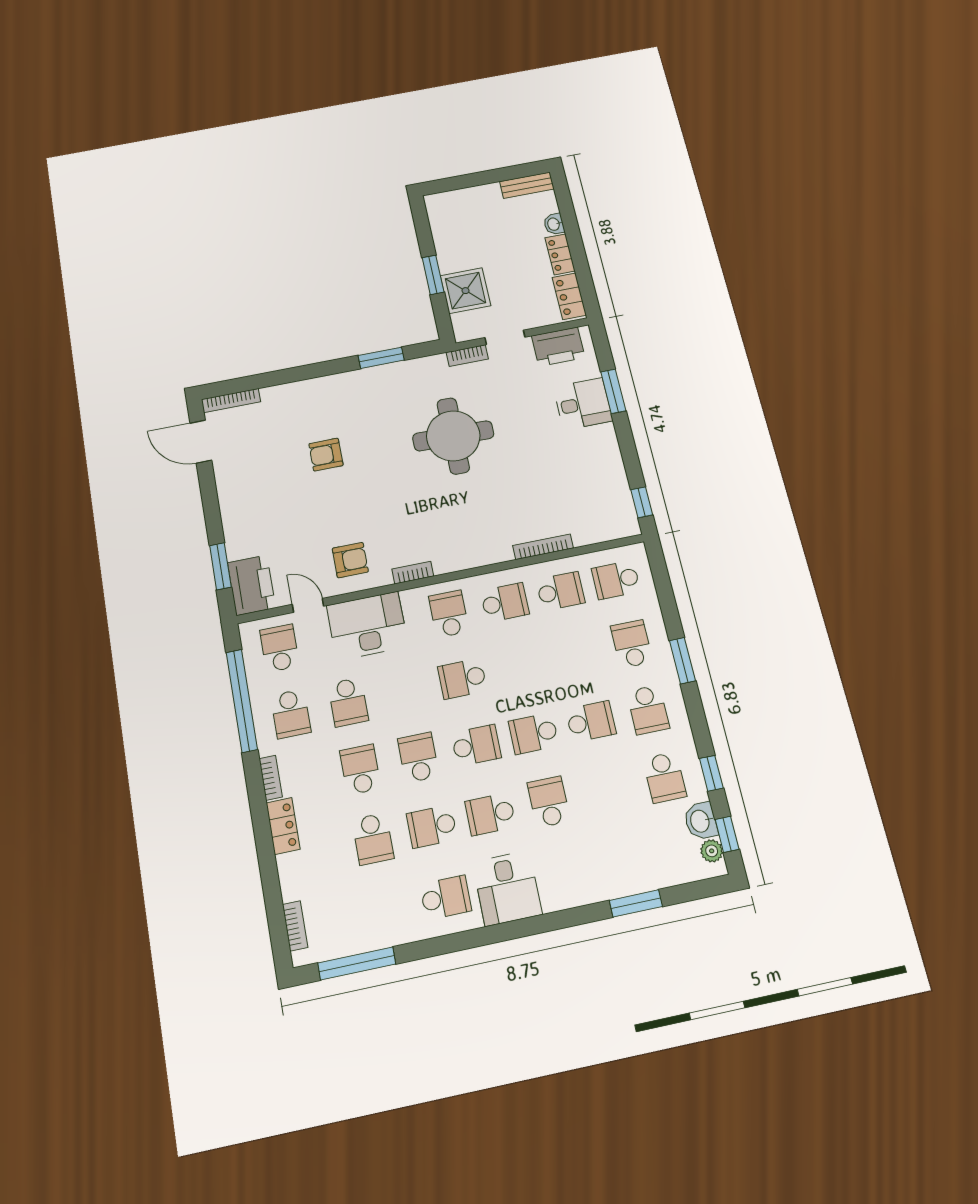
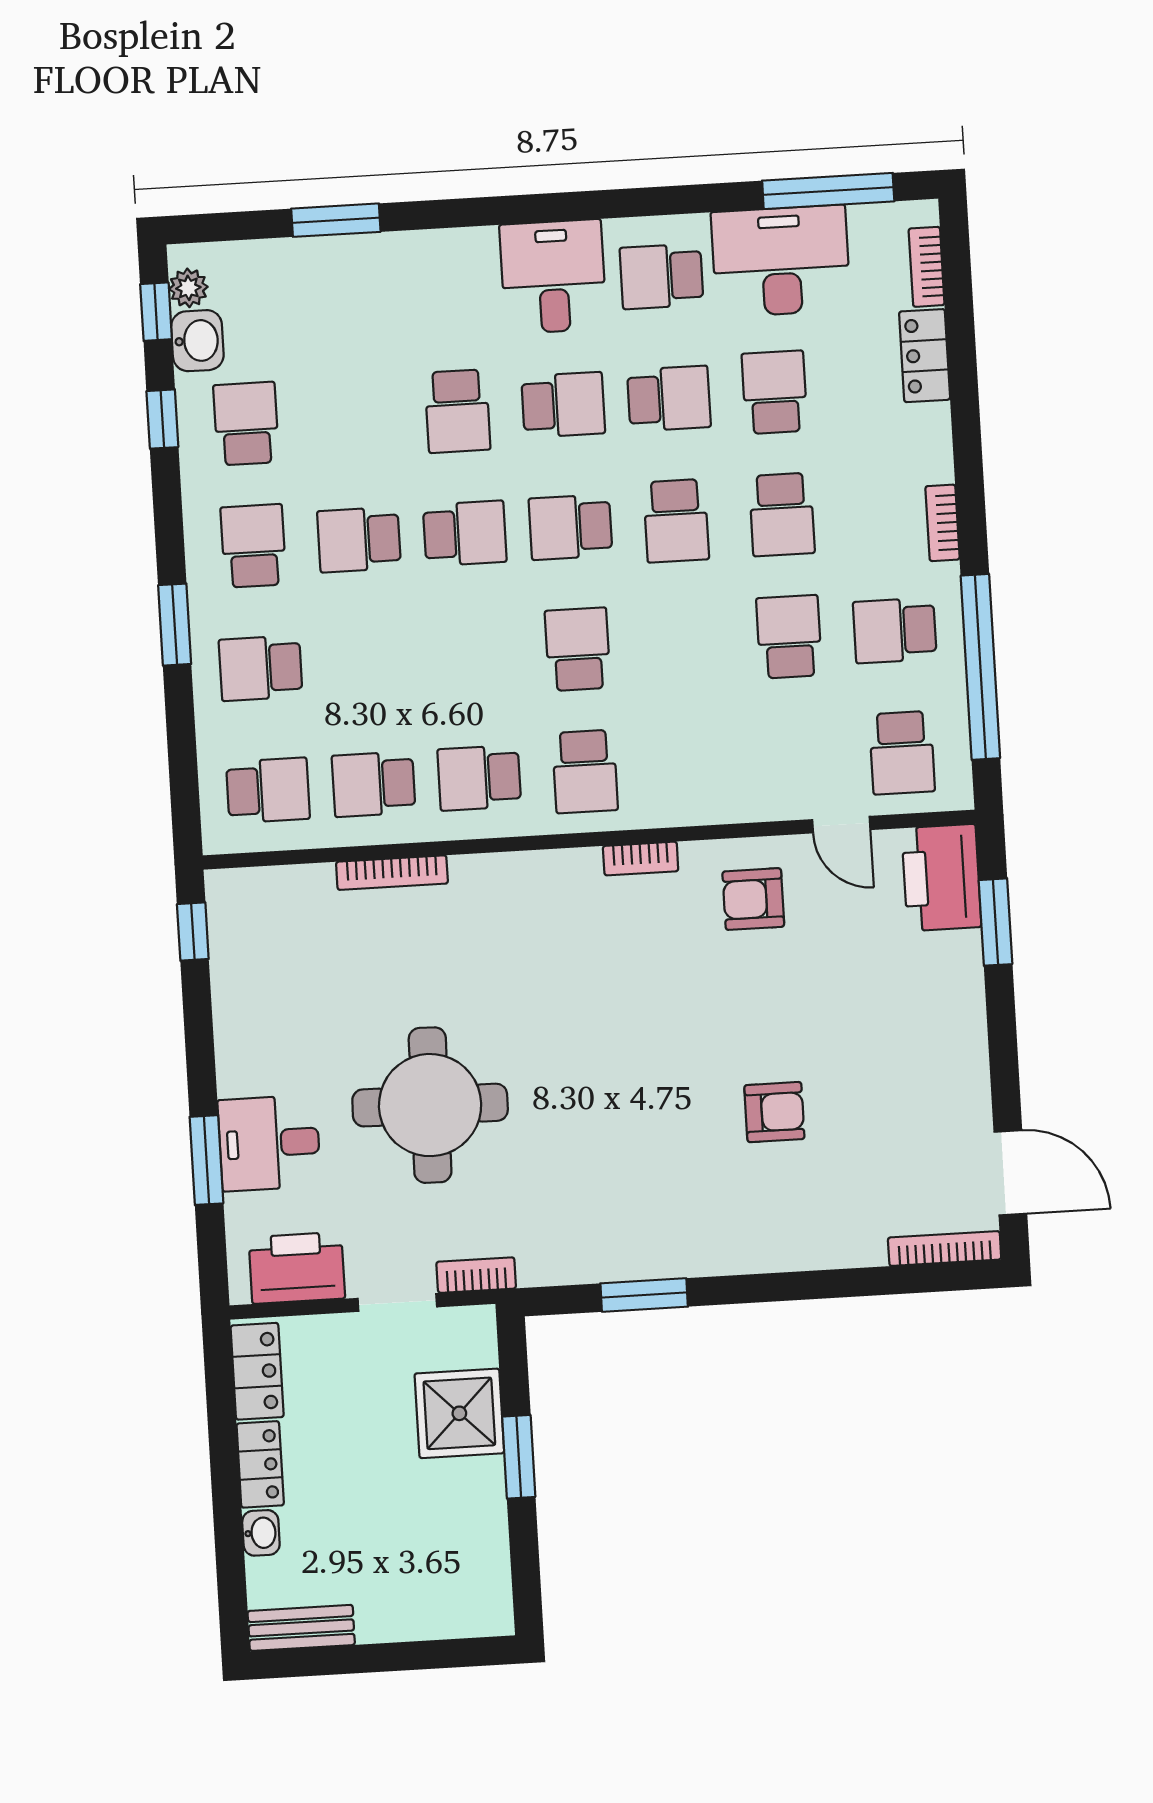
round table: (453, 436) -> (430, 1105), moved
desk: (367, 626) -> (781, 261), moved, turned 180
school desk: (632, 644) -> (261, 668), turned 90
school desk: (462, 679) -> (578, 649), turned -90
school desk: (291, 714) -> (895, 630), turned -90
locker: (283, 826) -> (925, 356), moved

